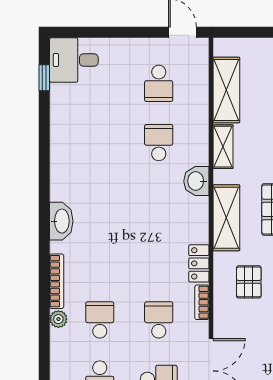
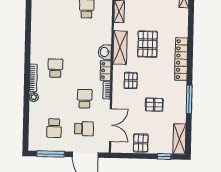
washbasin: (196, 181) -> (105, 52), moved
washbasin: (61, 221) -> (36, 47), removed
school desk: (100, 320) -> (55, 68), moved

